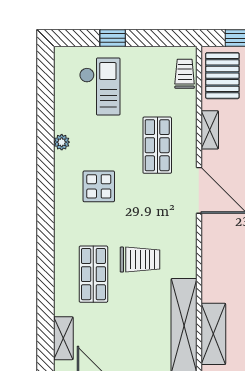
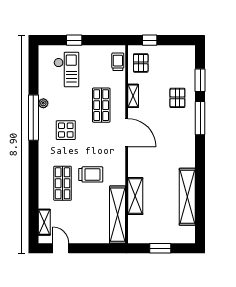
pallet: (222, 76) -> (141, 63), width x0.67, depth x0.71
window: (46, 166) -> (33, 118), added
shelving: (213, 334) -> (135, 196), moved

